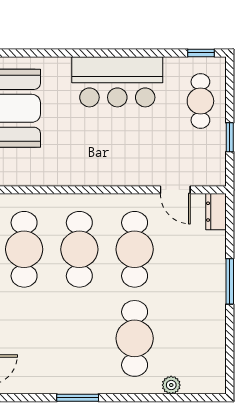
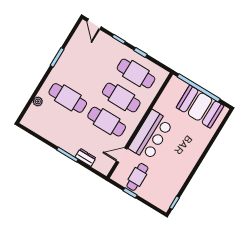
bar counter: (117, 82) -> (151, 135), moved, turned 180
cafe table: (200, 101) -> (137, 177), moved, turned 90
dresser: (216, 212) -> (86, 157), moved

